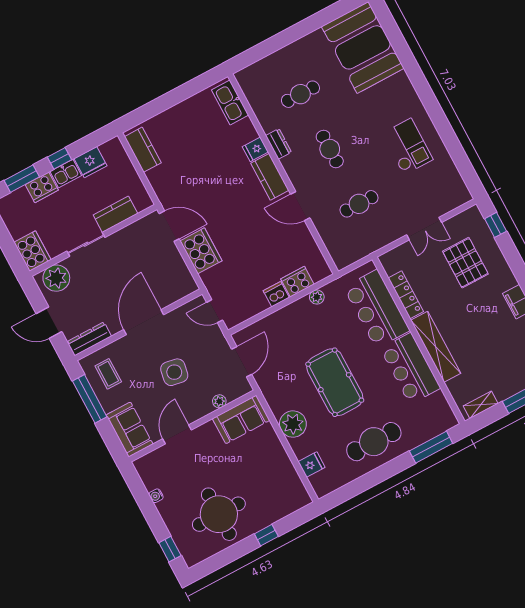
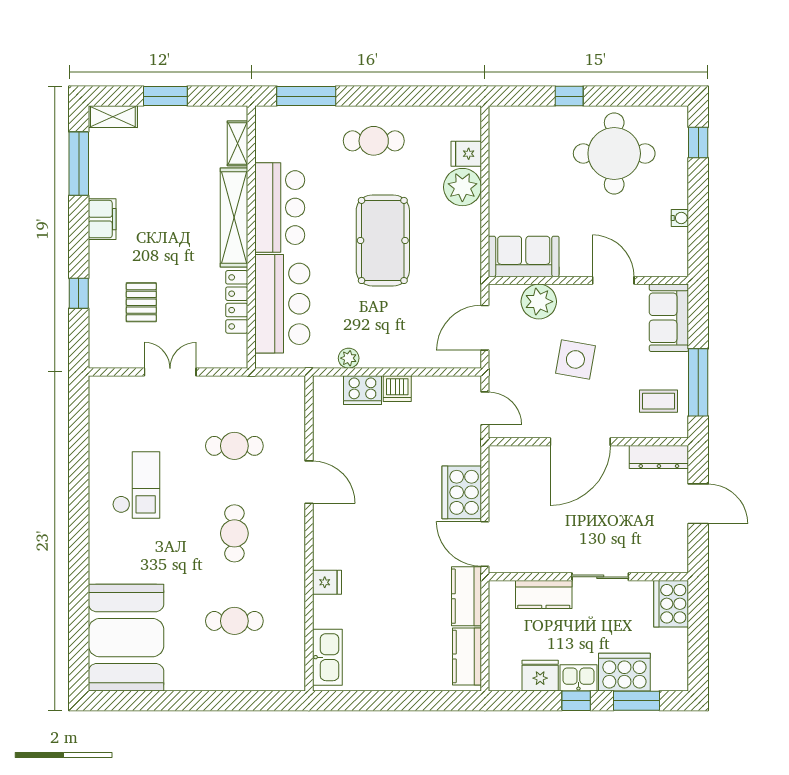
dresser: (279, 144) -> (295, 574), removed
checkout: (407, 146) -> (136, 485), turned 180
kitchen counter: (270, 177) -> (466, 596), moved, turned 180
cooker: (42, 187) -> (624, 672), width x1.37, depth x1.31
window: (496, 225) -> (79, 293), moved
pallet: (465, 263) -> (141, 302), width x0.67, depth x0.71
plant: (56, 278) -> (659, 554), removed
coffee table: (108, 374) -> (659, 401), turned 90
plant: (219, 401) -> (539, 302), width x1.88, depth x1.88
shelving: (481, 405) -> (237, 143), moved, turned 90
plant: (293, 424) -> (462, 187), moved
door: (177, 434) -> (613, 280), swing flipped
cafe table: (374, 442) -> (374, 141), width x0.73, depth x0.74

